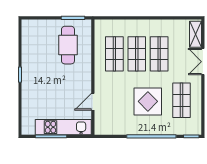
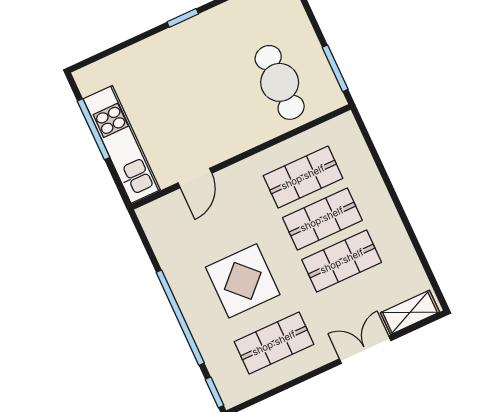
cafe table: (68, 45) -> (280, 82), turned 90
door: (93, 102) -> (195, 178), swing flipped

